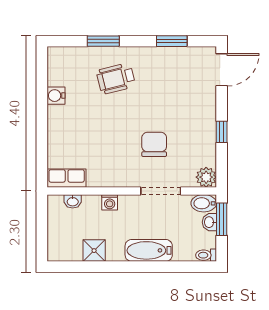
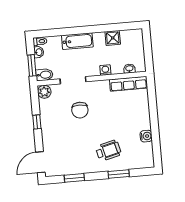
row of seats: (67, 178) -> (129, 84), width x1.48
washbasin: (209, 222) -> (39, 52), moved

